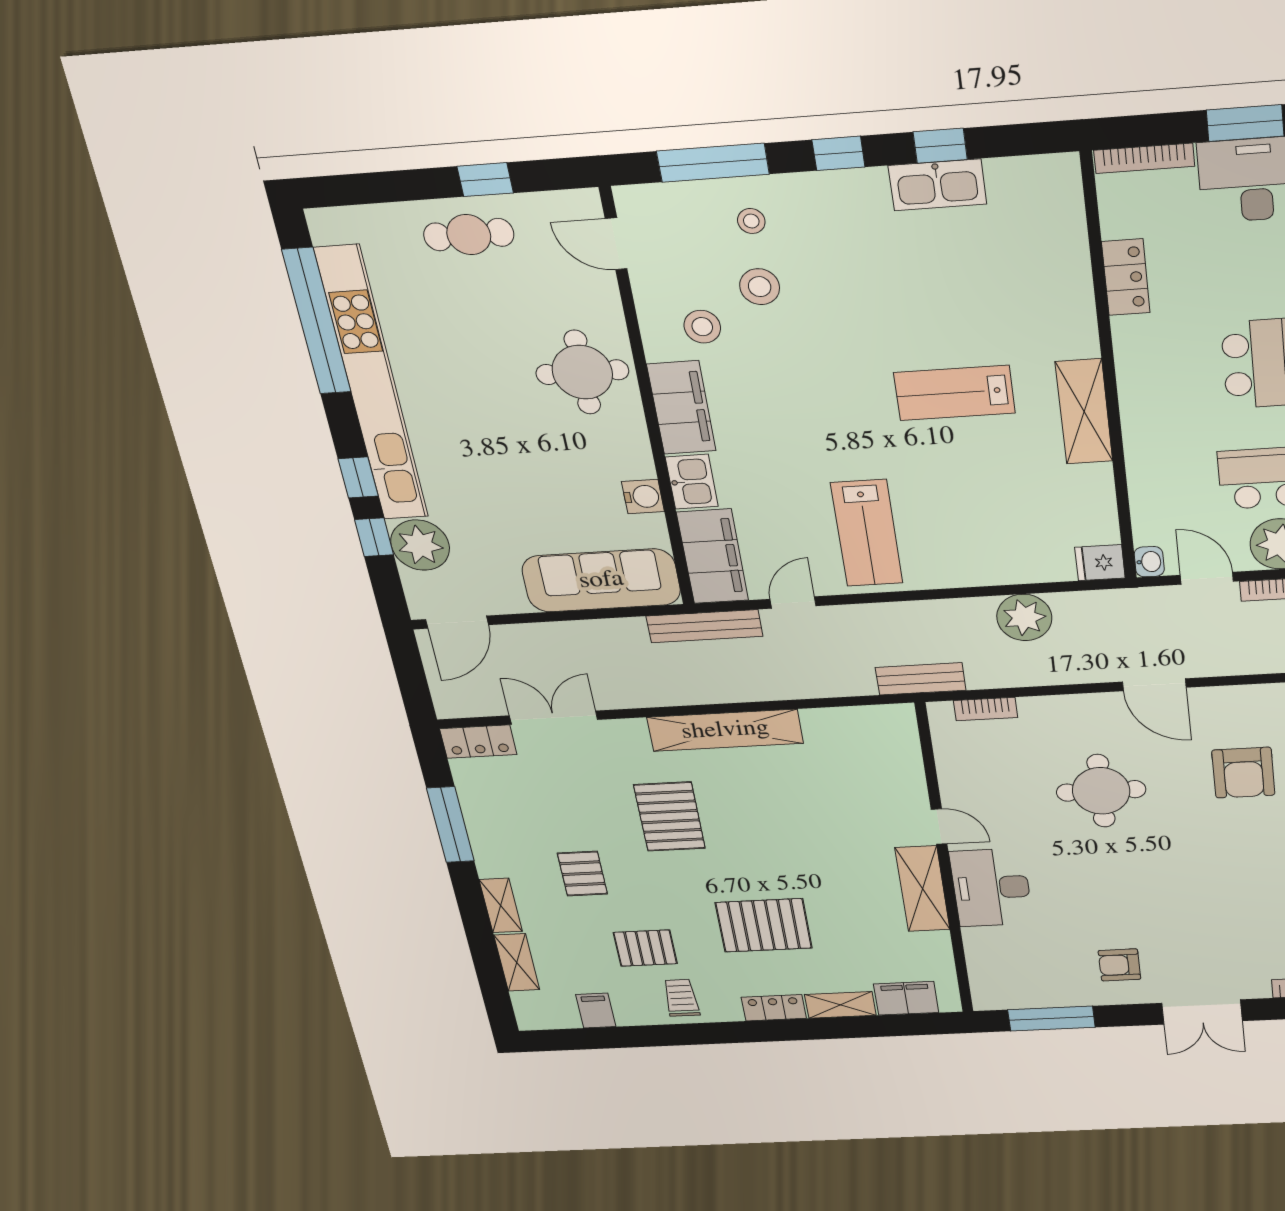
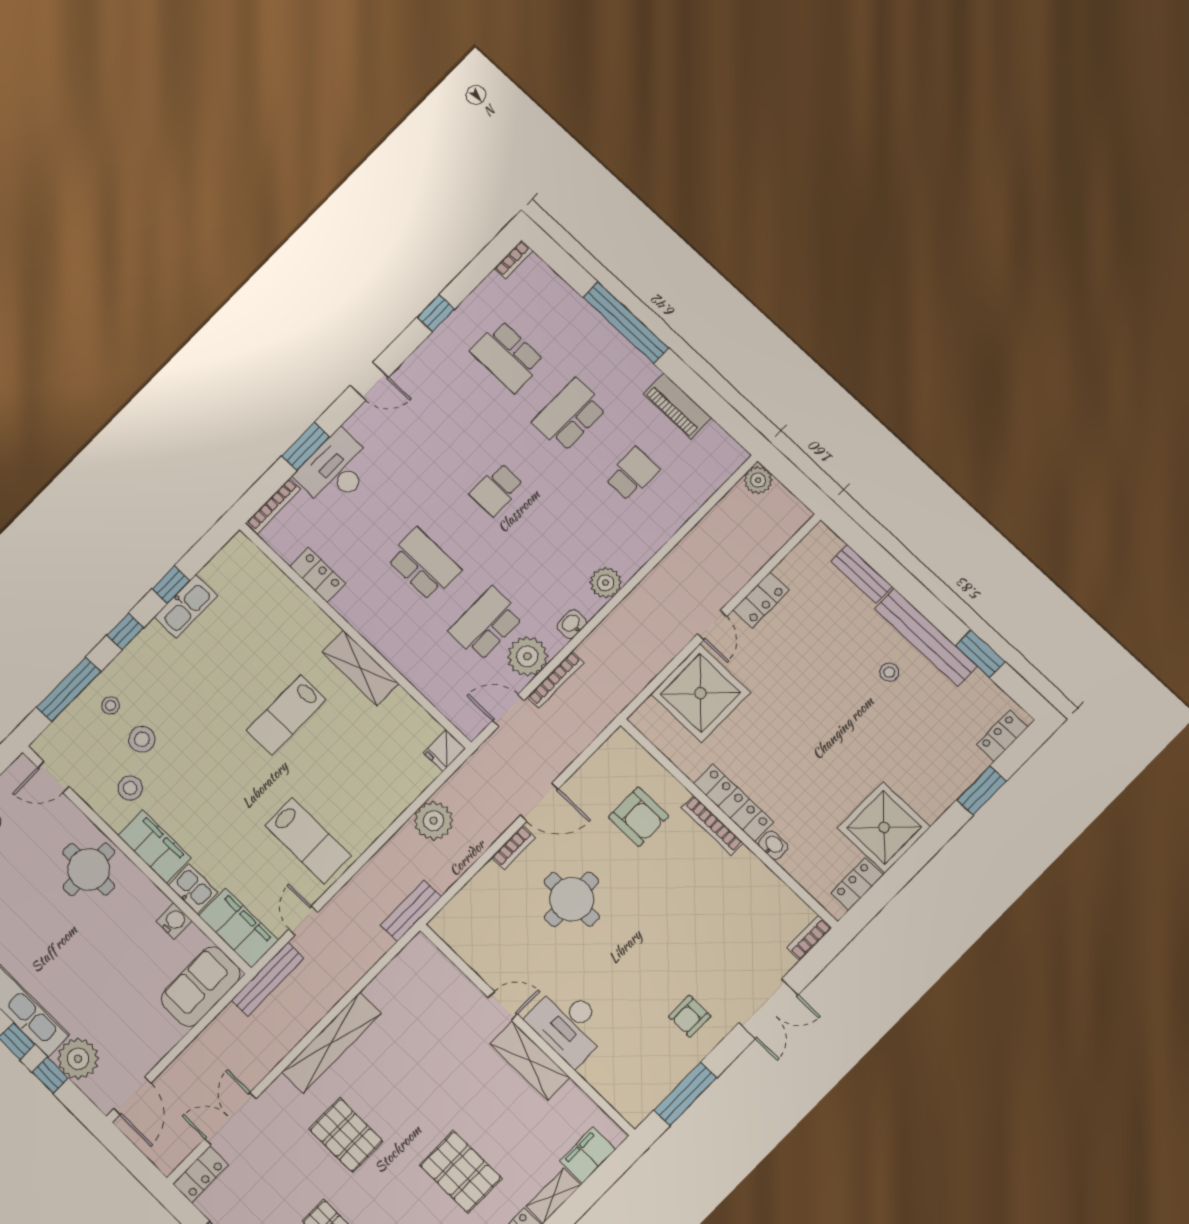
washbasin: (1149, 562) -> (470, 727), removed
sofa: (601, 580) -> (201, 987), width x0.73
bookcase: (985, 709) -> (513, 847), moved
pallet: (764, 925) -> (461, 1172), turned 90

